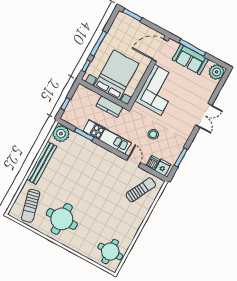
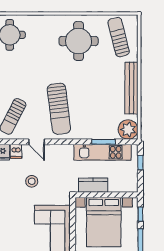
kitchen unit: (107, 137) -> (103, 152), moved
sun lounger: (104, 177) -> (59, 109), added

